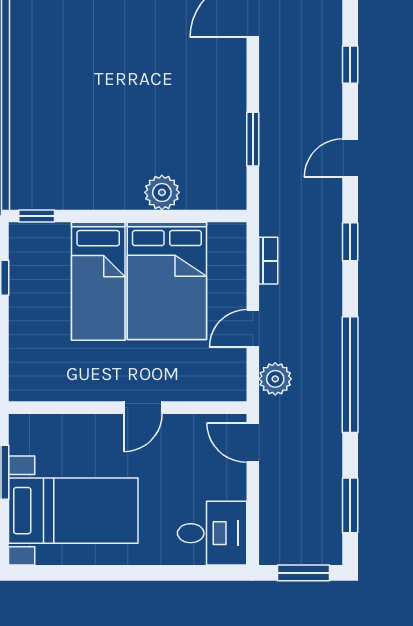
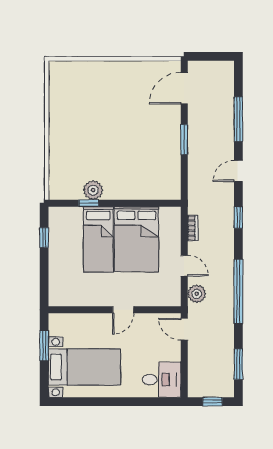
window: (350, 65) -> (238, 119), width x2.17
window: (253, 139) -> (184, 140), moved
plant: (162, 192) -> (93, 190), moved
window: (37, 216) -> (89, 203), moved
door: (253, 328) -> (184, 266), swing flipped
window: (304, 573) -> (212, 402), width x0.67

